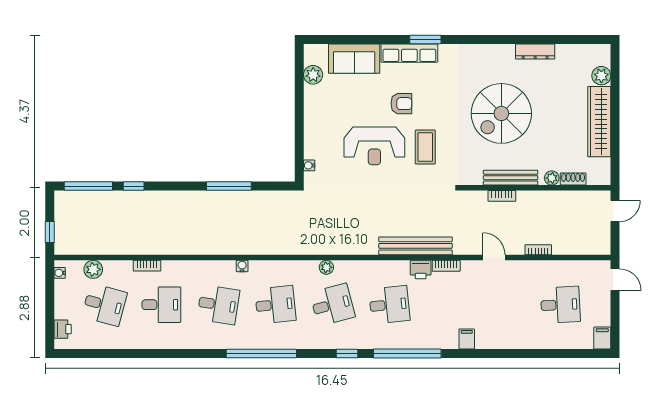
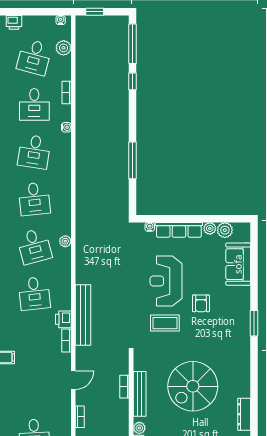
row of seats: (409, 53) -> (179, 230), moved, turned -90
plant: (311, 93) -> (210, 228), added
spiral stairs: (501, 113) -> (193, 386), turned -90
water cooler: (242, 266) -> (66, 127), moved

